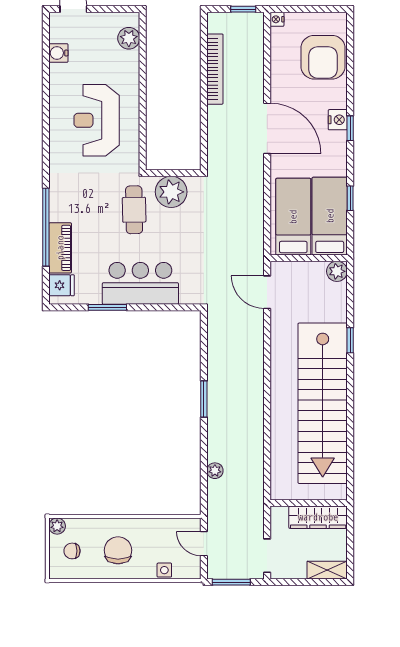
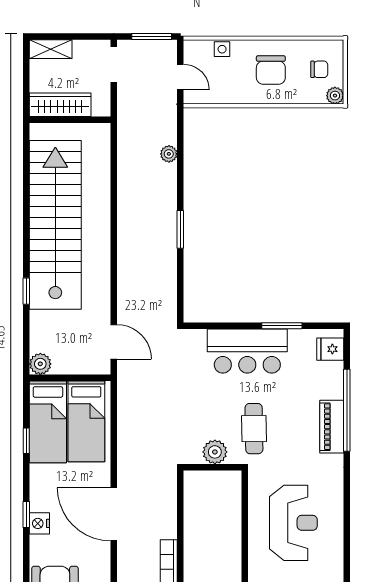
plant: (171, 192) -> (215, 452), width x0.73, depth x0.73
piano: (60, 248) -> (332, 427), moved

